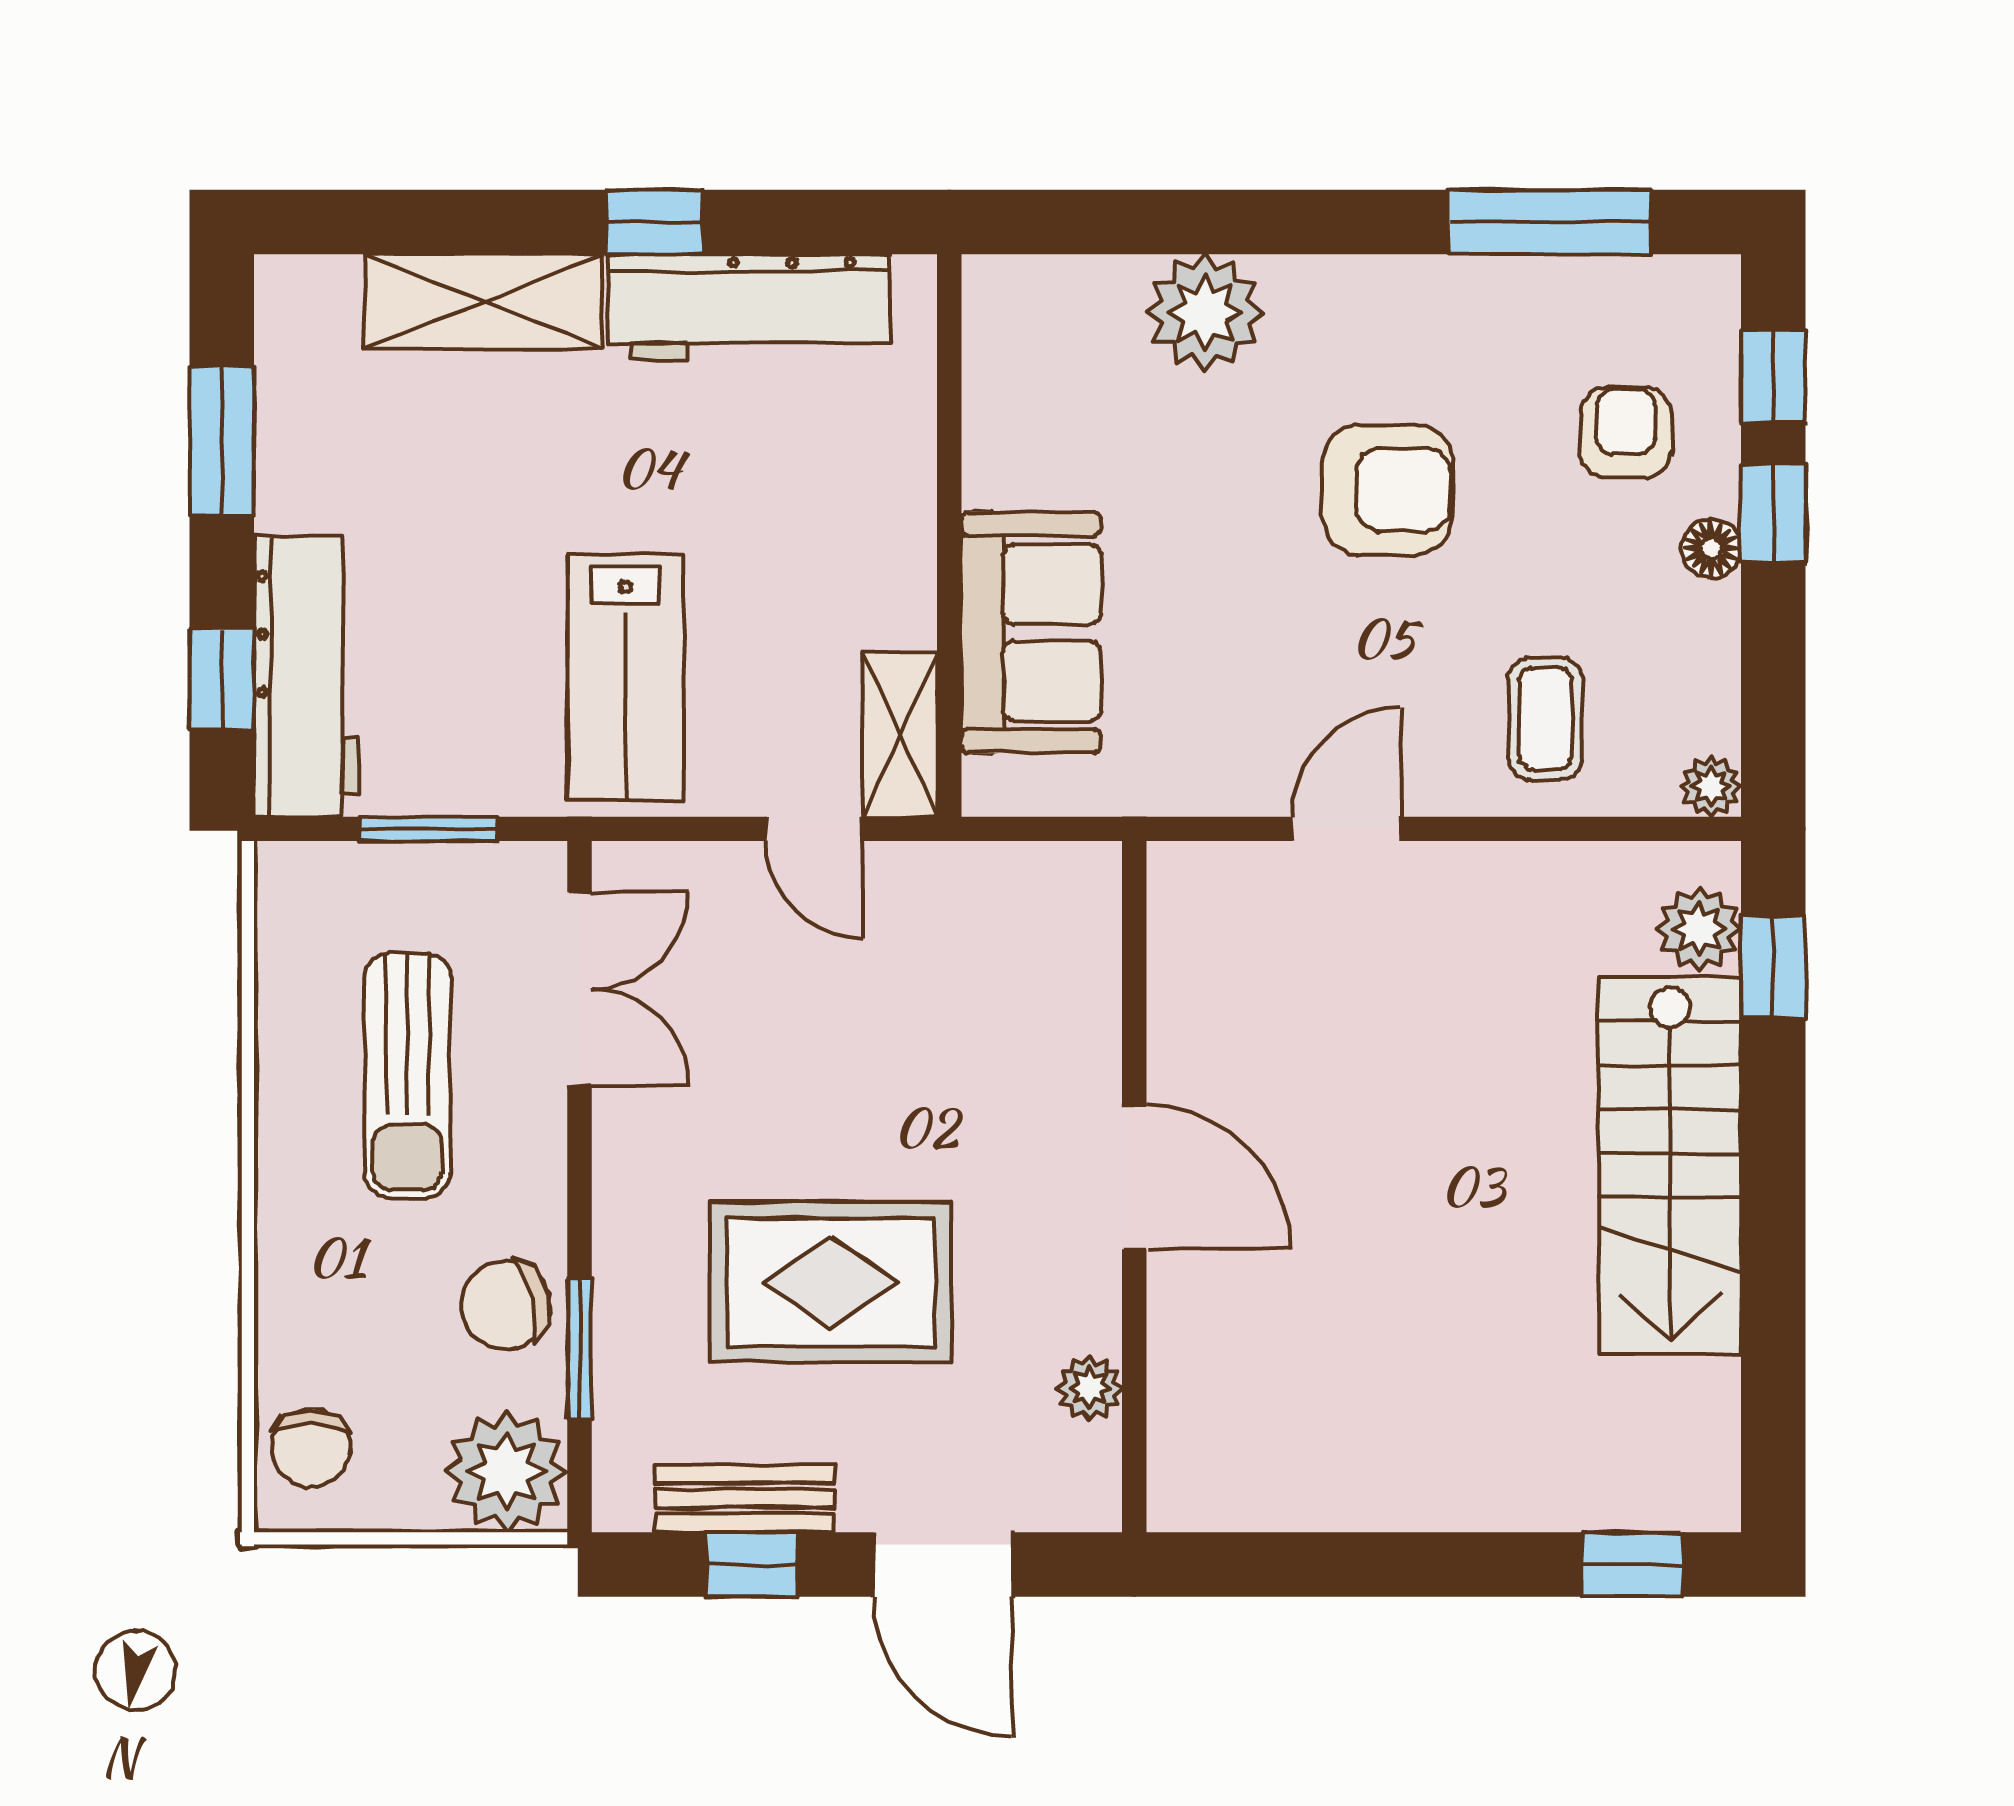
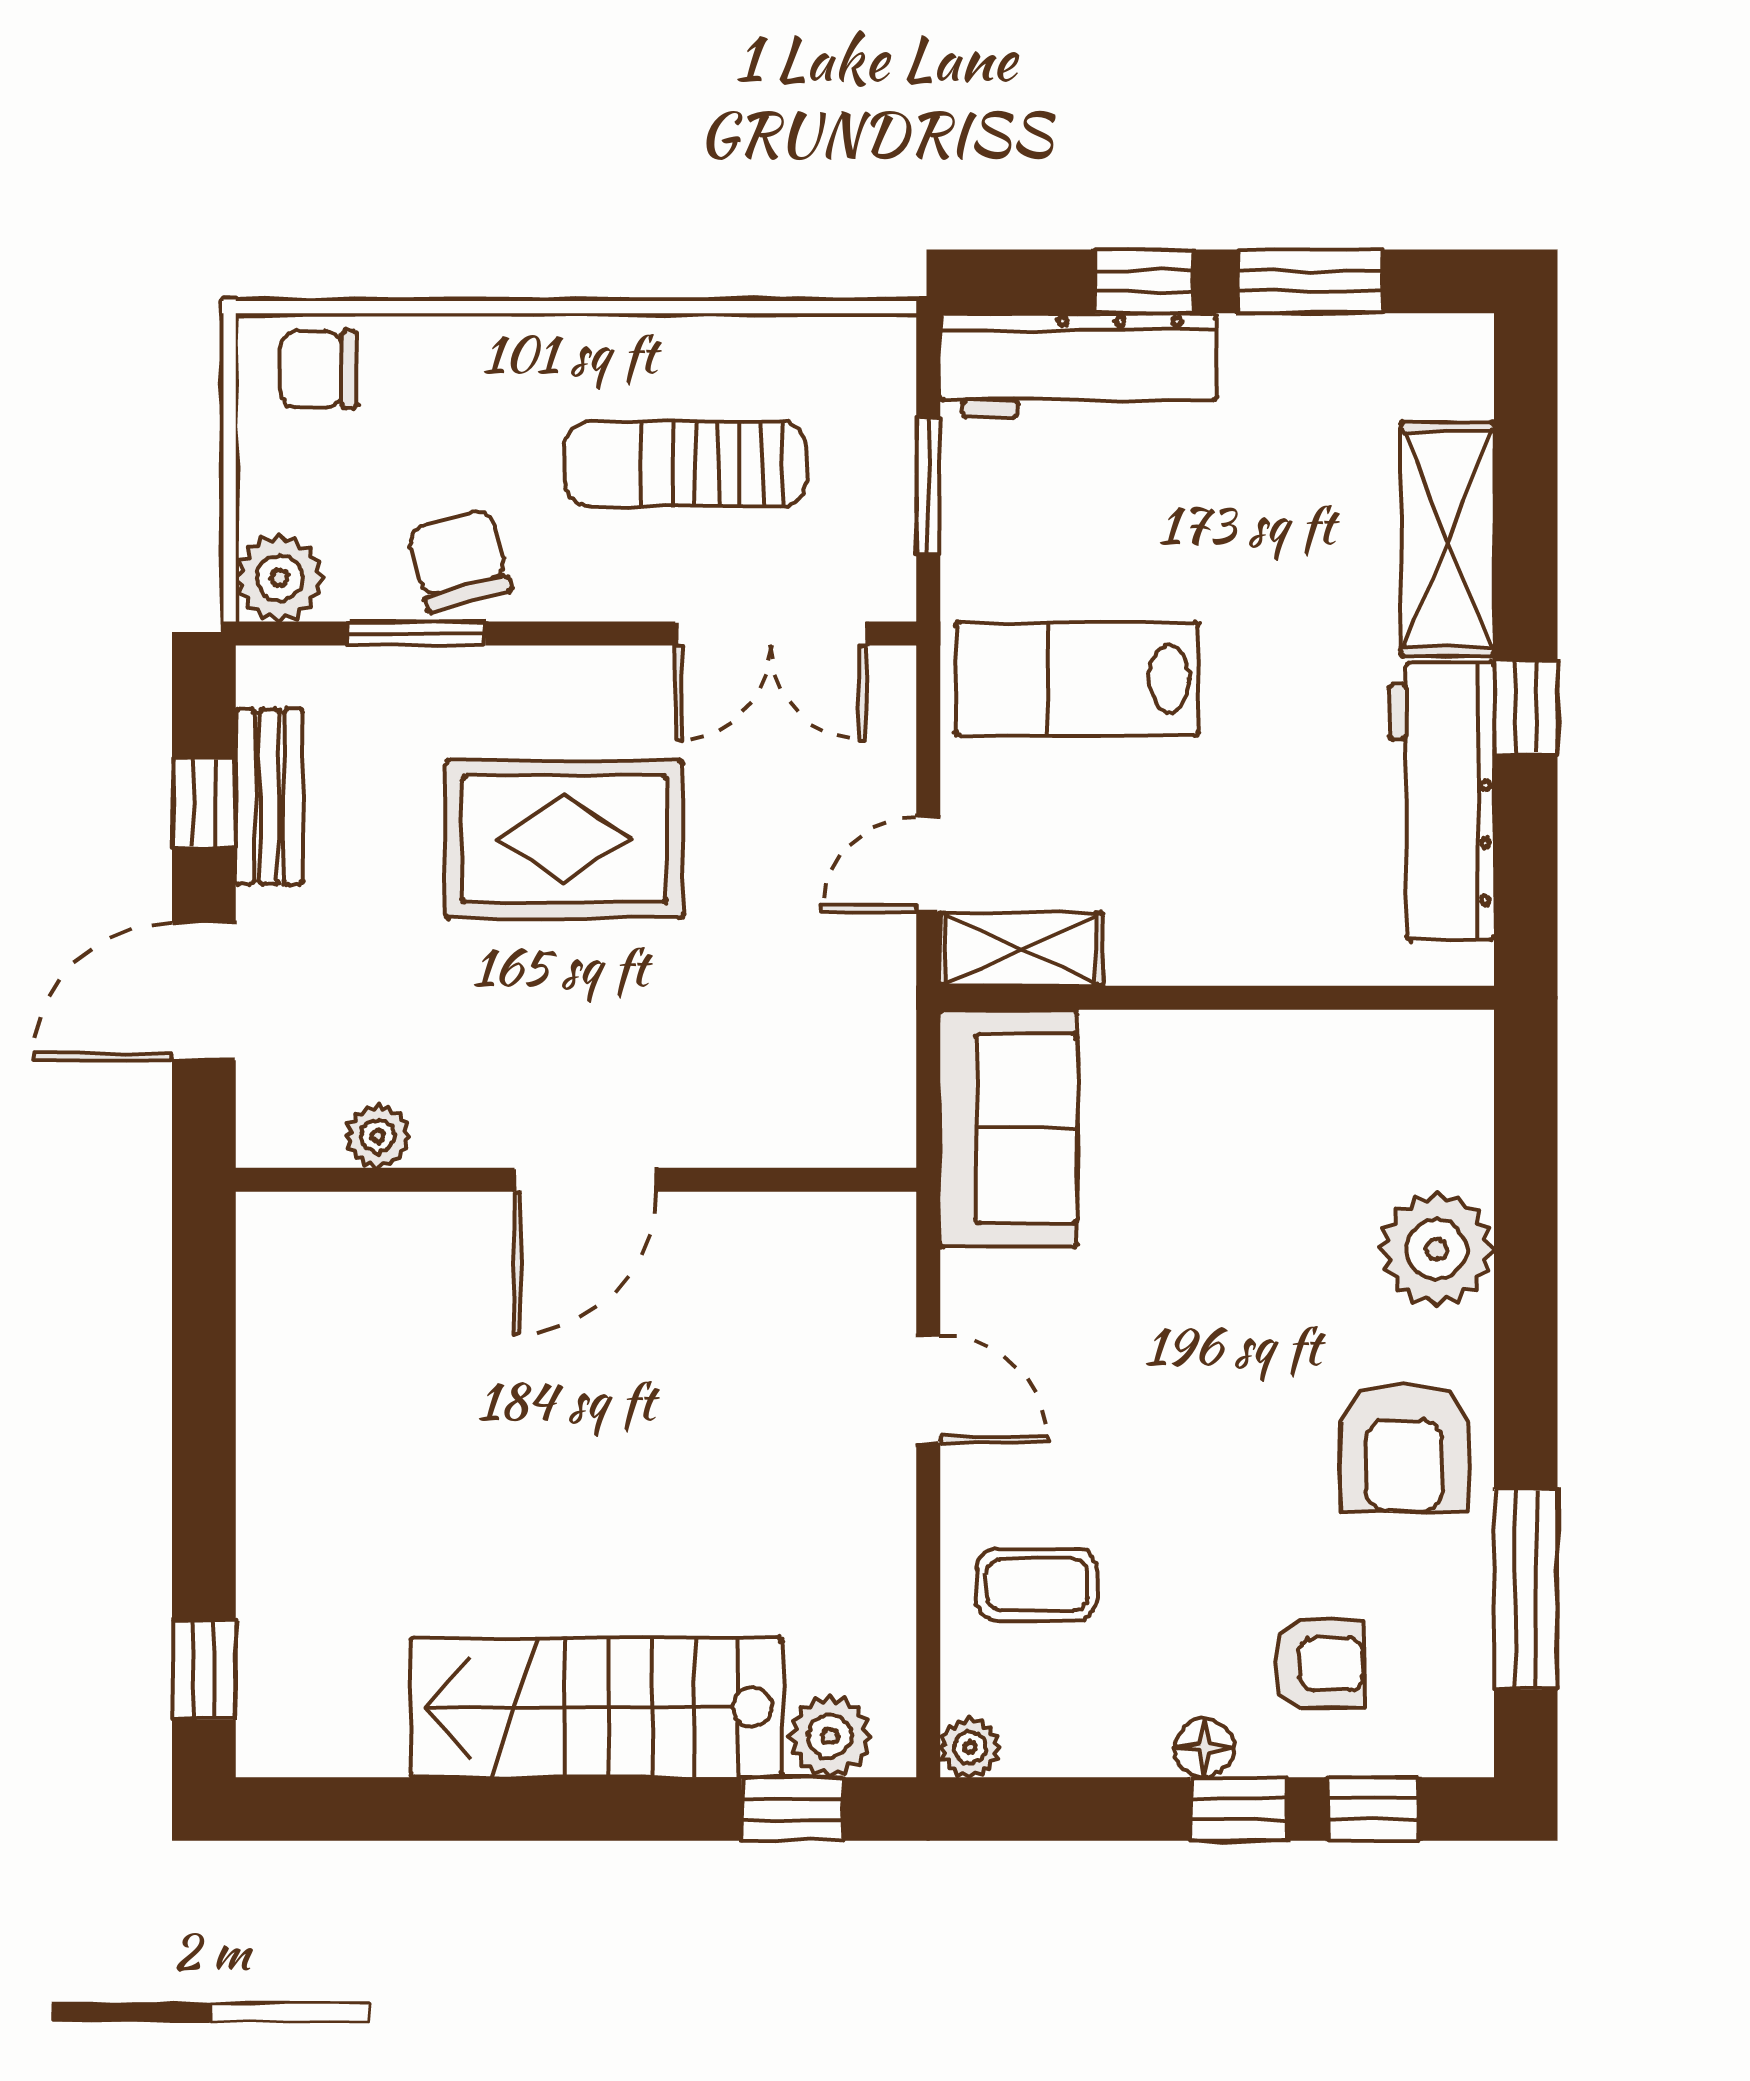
armchair: (1387, 490) -> (1404, 1448), moved
sofa: (1031, 632) -> (1009, 1128), moved, turned -90
window: (222, 679) -> (1144, 281), moved
rug: (831, 1282) -> (564, 839), moved, turned 90
plant: (507, 1471) -> (280, 578), width x0.73, depth x0.73

